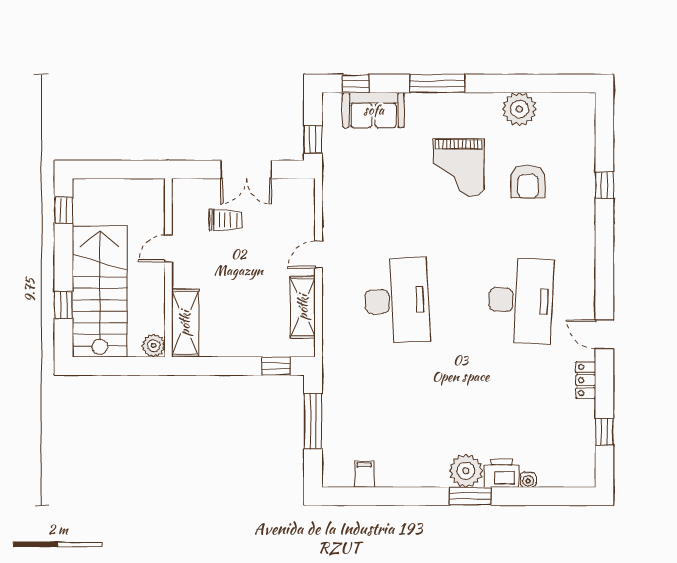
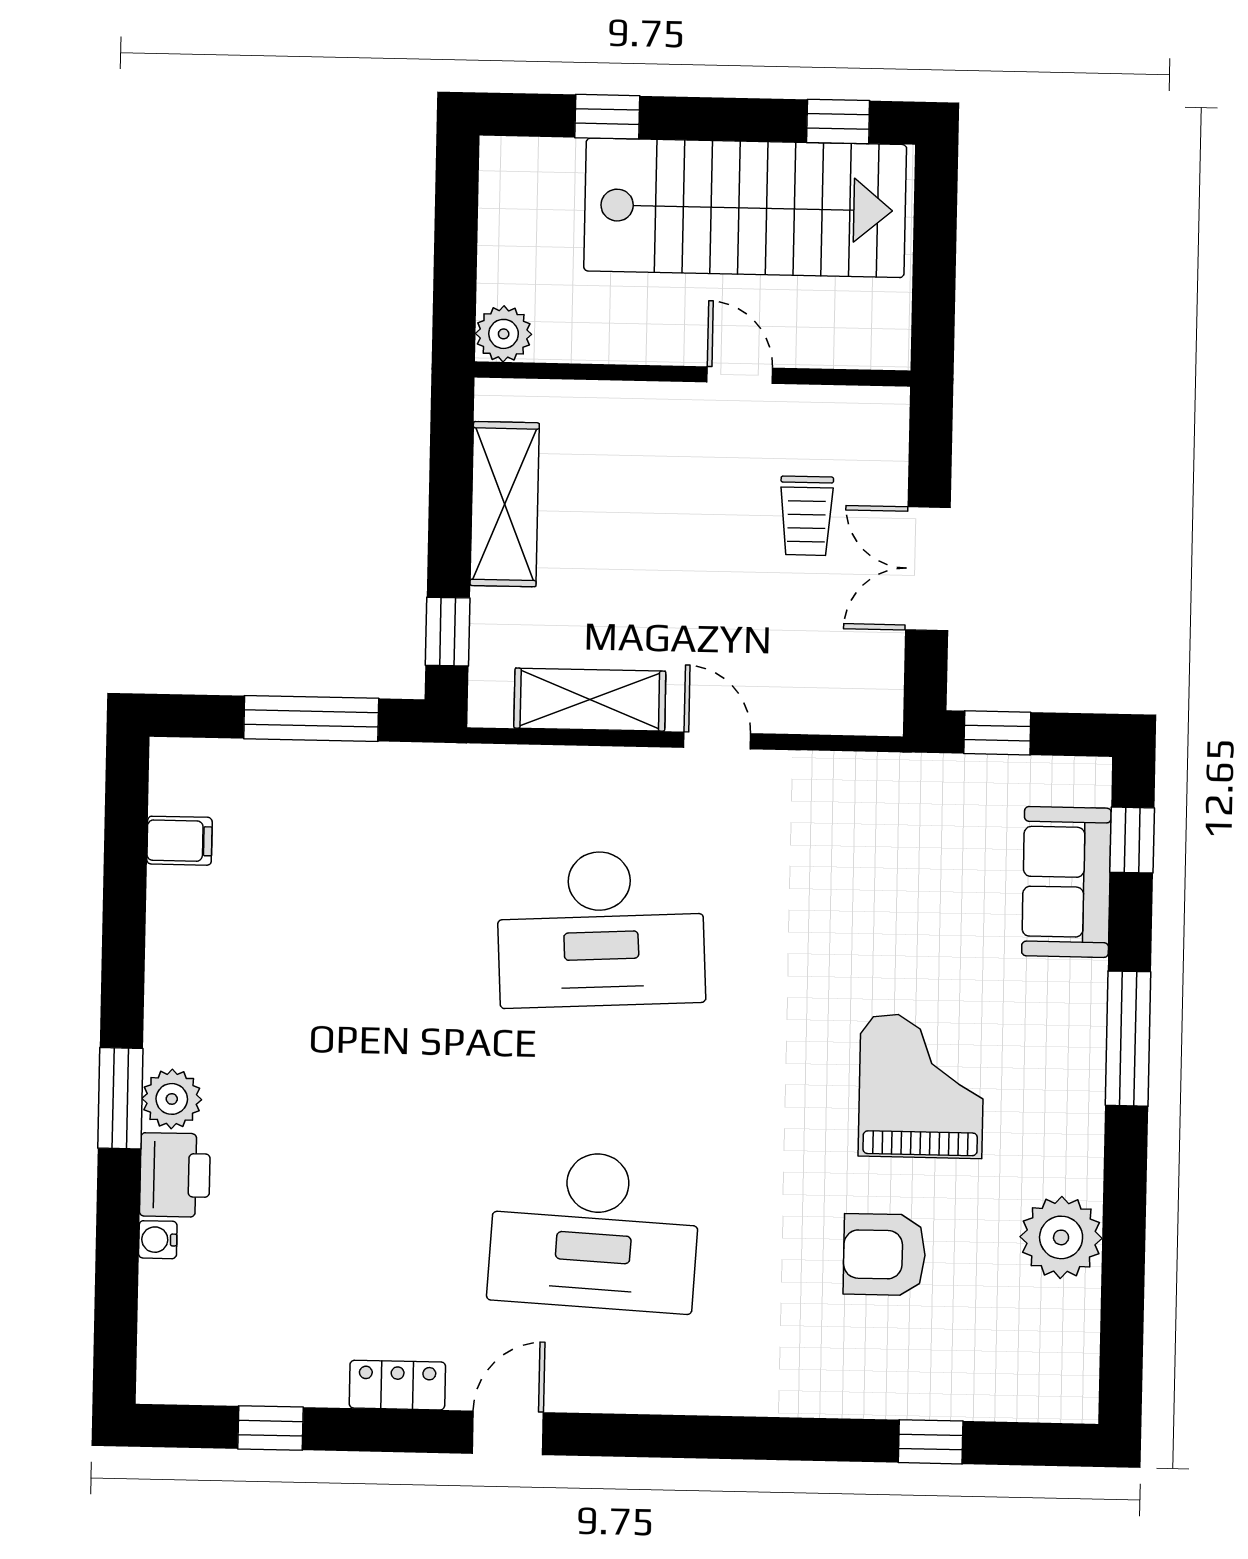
grand piano: (459, 168) -> (921, 1086), turned 90
window: (604, 185) -> (931, 1442), moved
stairs: (100, 291) -> (745, 208), moved
shelving: (185, 323) -> (505, 504), moved, turned 90
plant: (466, 471) -> (172, 1099), width x0.73, depth x0.73

